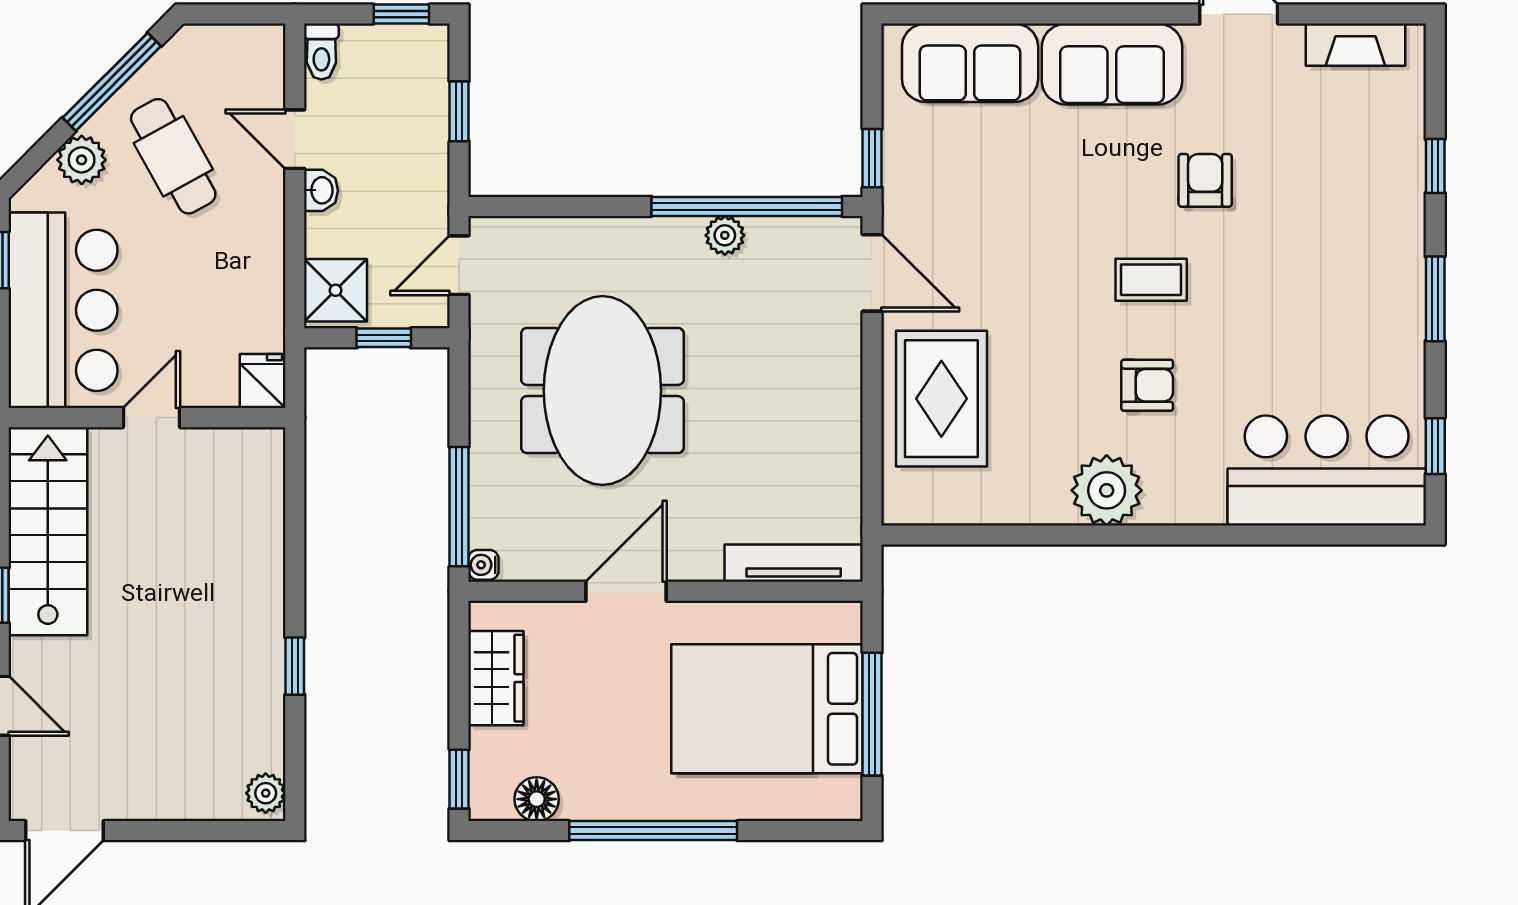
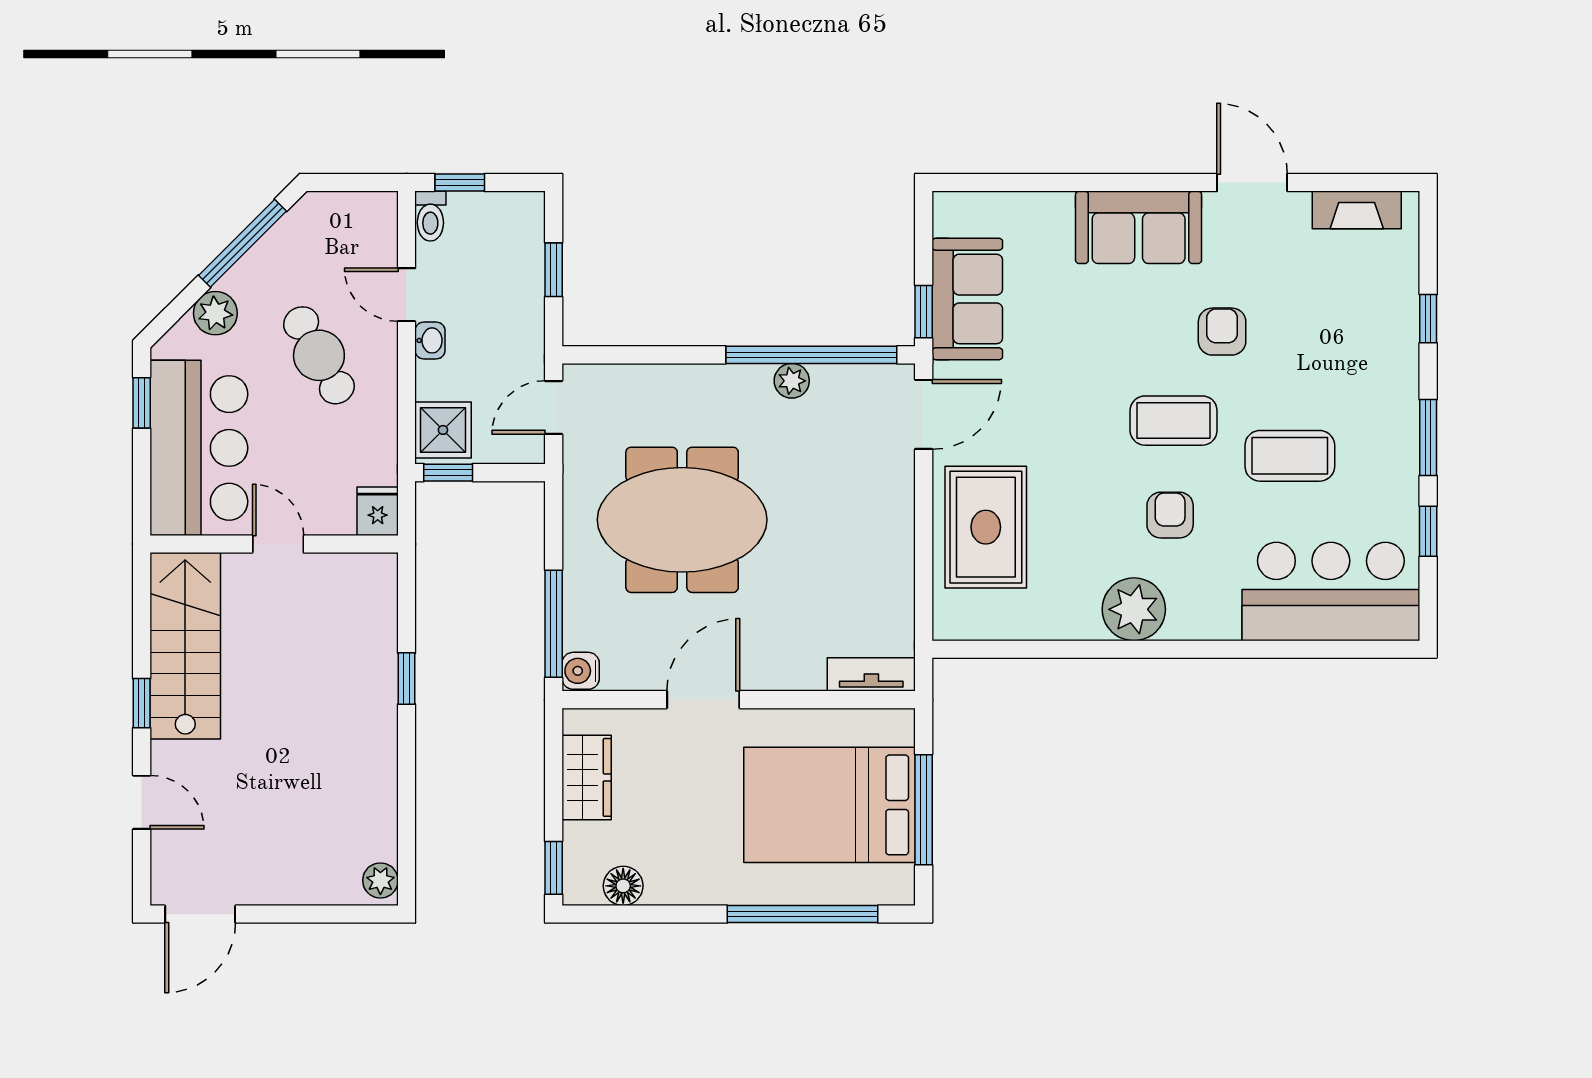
window: (401, 14) -> (460, 183), moved
sofa: (970, 63) -> (967, 299), moved, turned -90
cafe table: (173, 156) -> (319, 355), moved
door: (872, 273) -> (924, 414), hinge flipped
coffee table: (1151, 280) -> (1174, 421), width x1.36, depth x1.30
coffee table: (1281, 319) -> (1290, 456), added
window: (384, 338) -> (448, 473), moved
armchair: (1147, 385) -> (1170, 515), turned -90
meeting table: (602, 390) -> (682, 520), turned 90
door: (151, 418) -> (278, 544), hinge flipped
window: (1435, 446) -> (1428, 531), moved
tv unit: (794, 563) -> (871, 674), width x0.71
water cooler: (483, 565) -> (581, 671), width x1.38, depth x1.38
window: (295, 666) -> (407, 679), moved
window: (653, 831) -> (802, 914), moved

